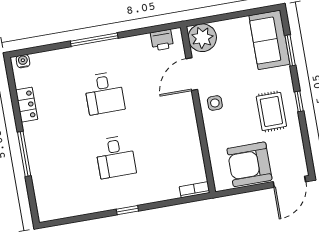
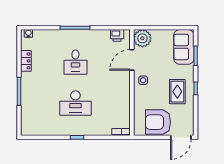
desk: (115, 157) -> (75, 103), width x1.37

